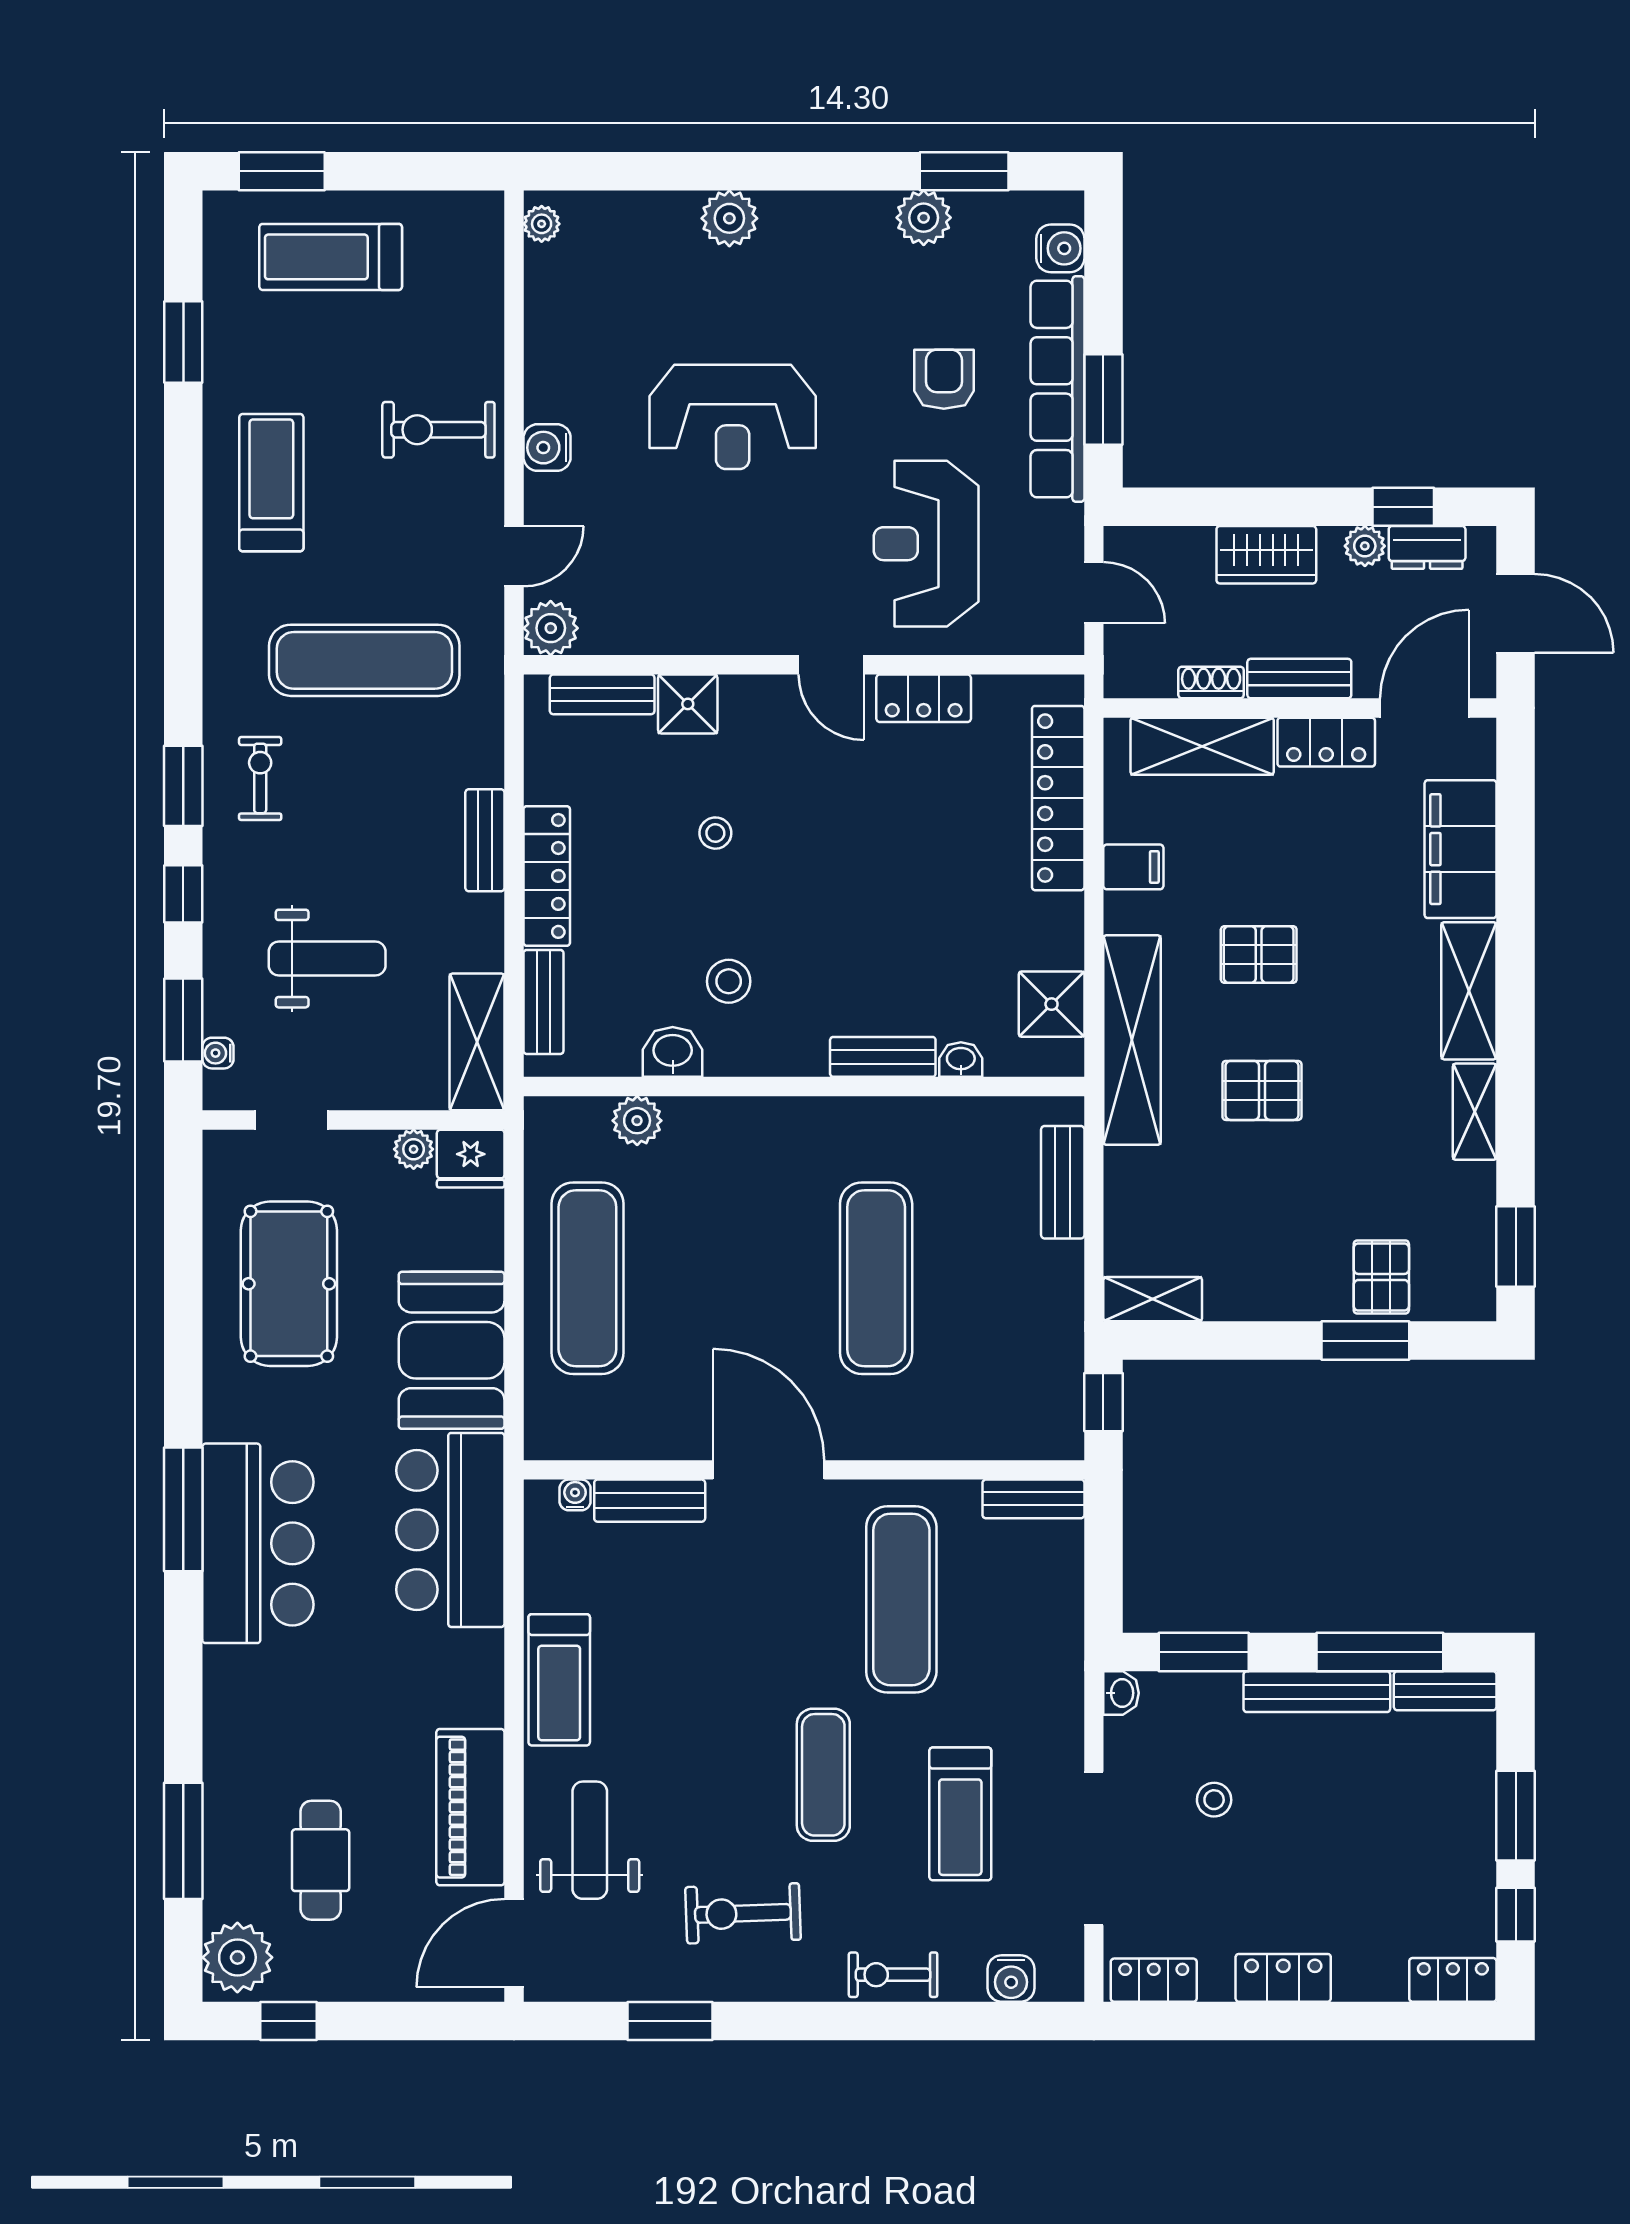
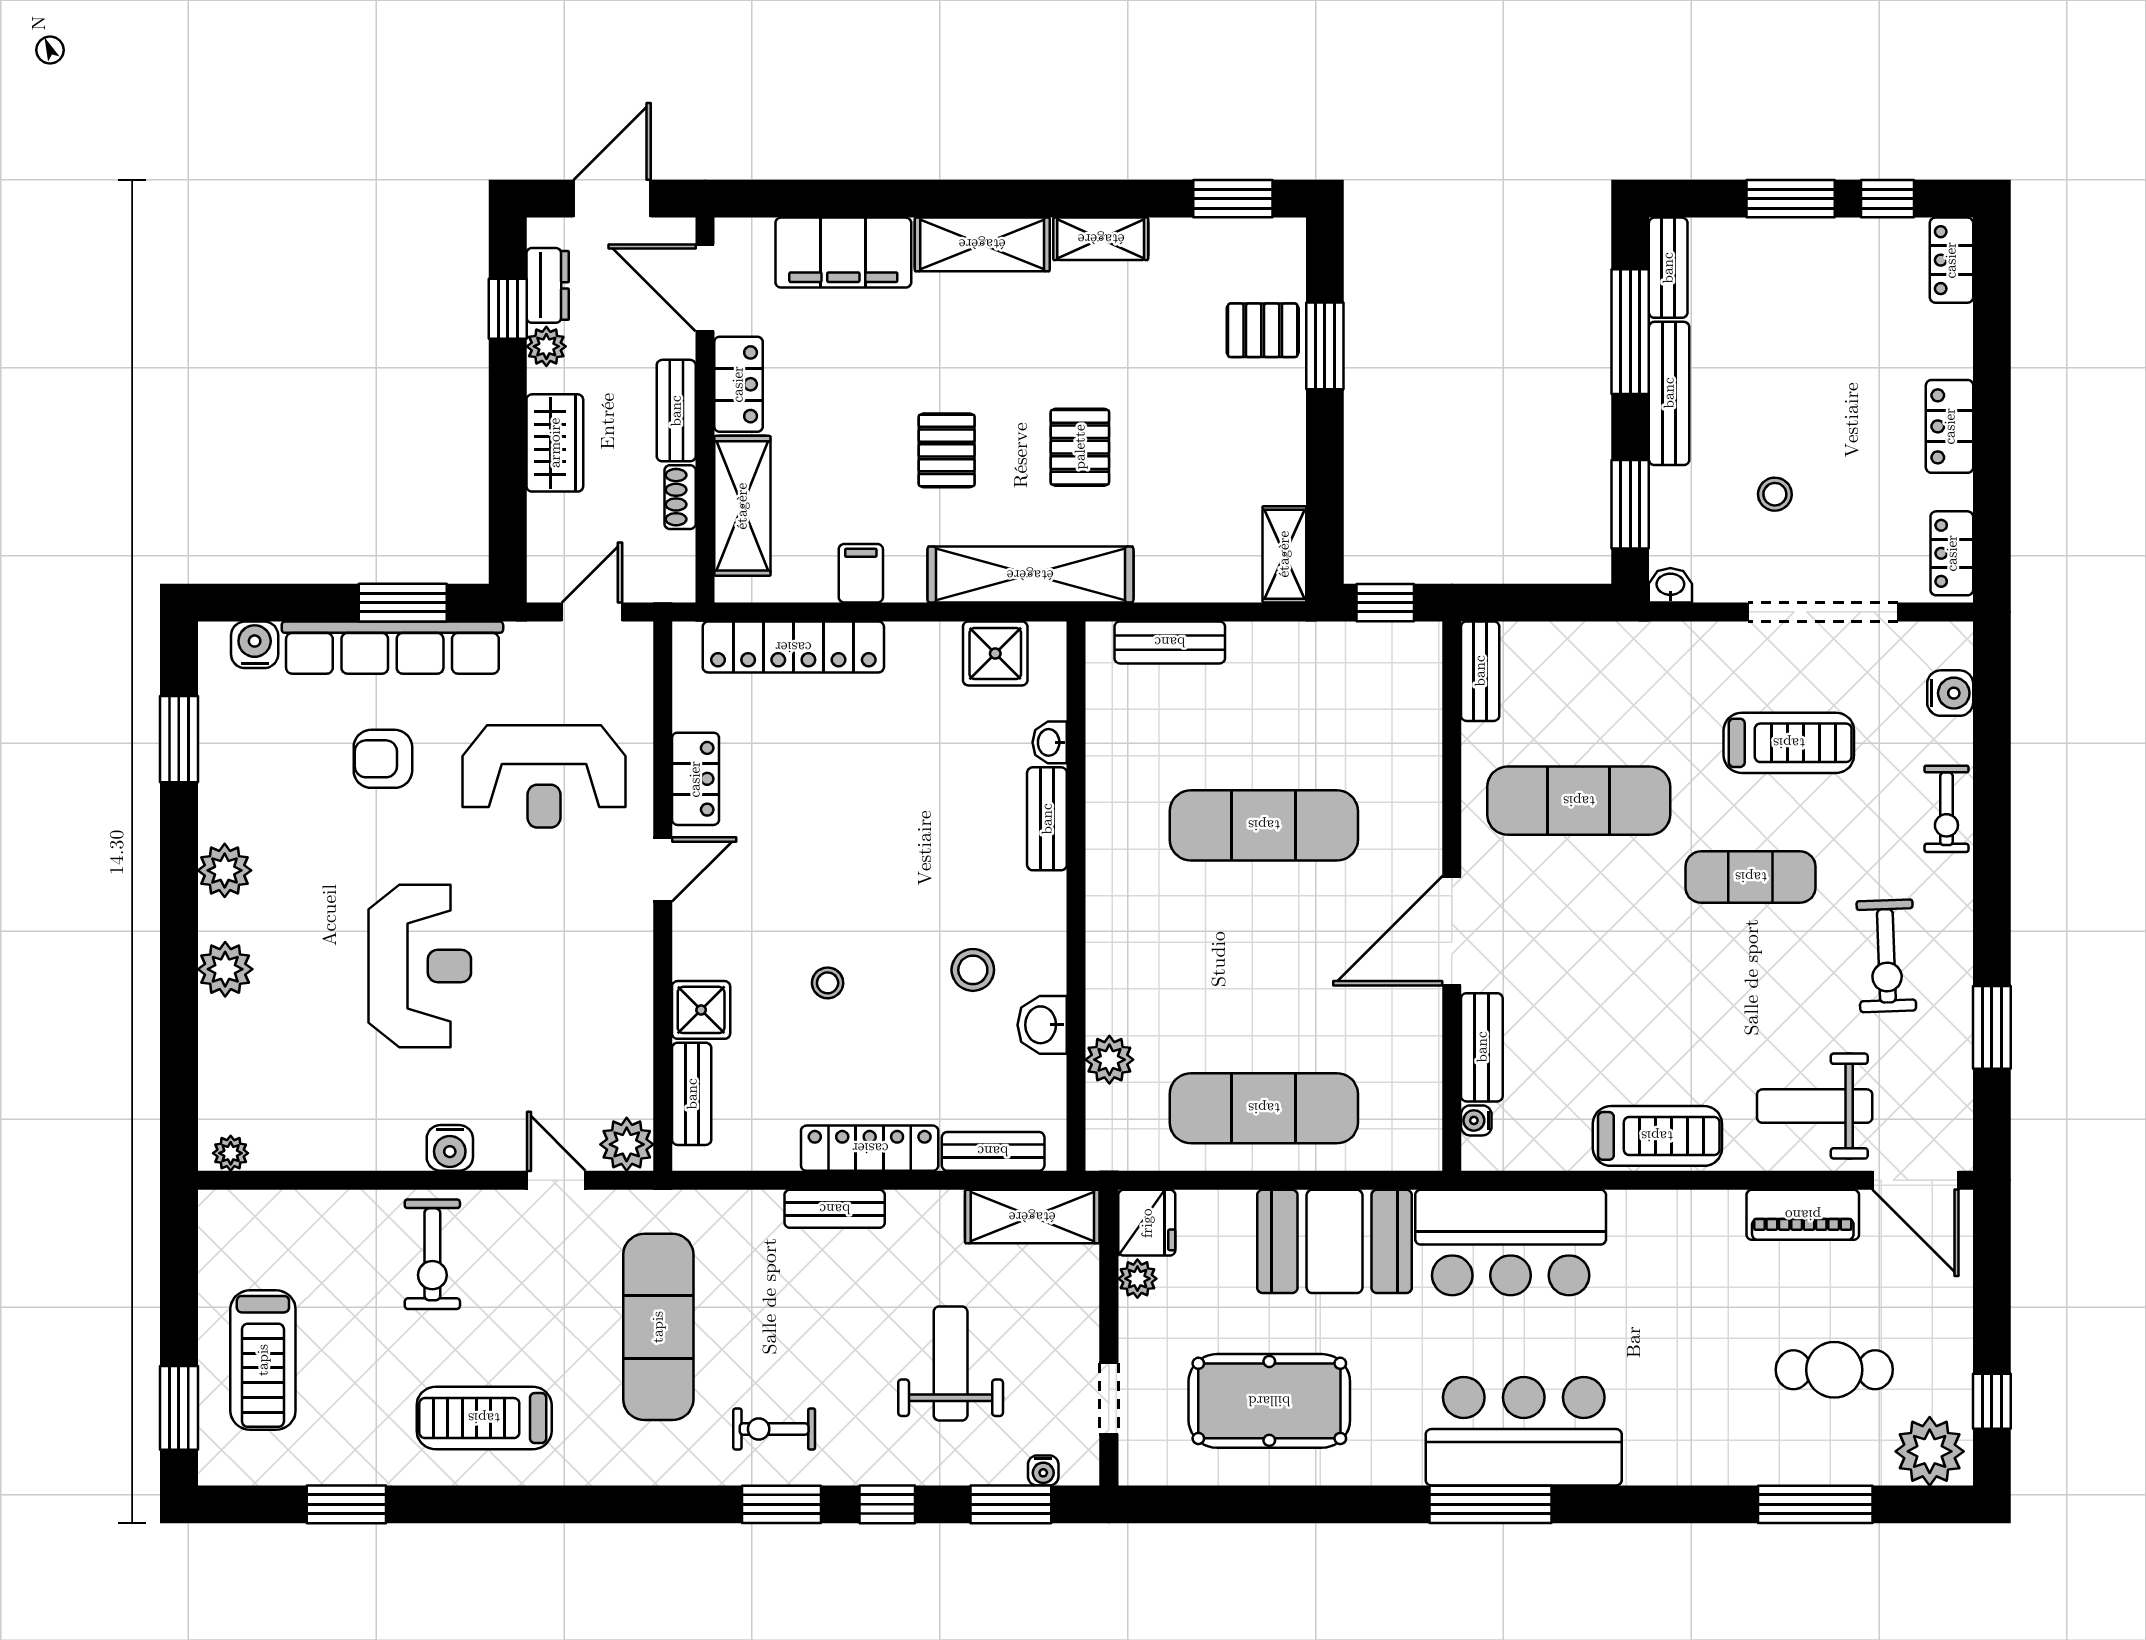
plant: (924, 218) -> (225, 870), moved
piano: (470, 1807) -> (1803, 1215), width x0.73, depth x0.75

